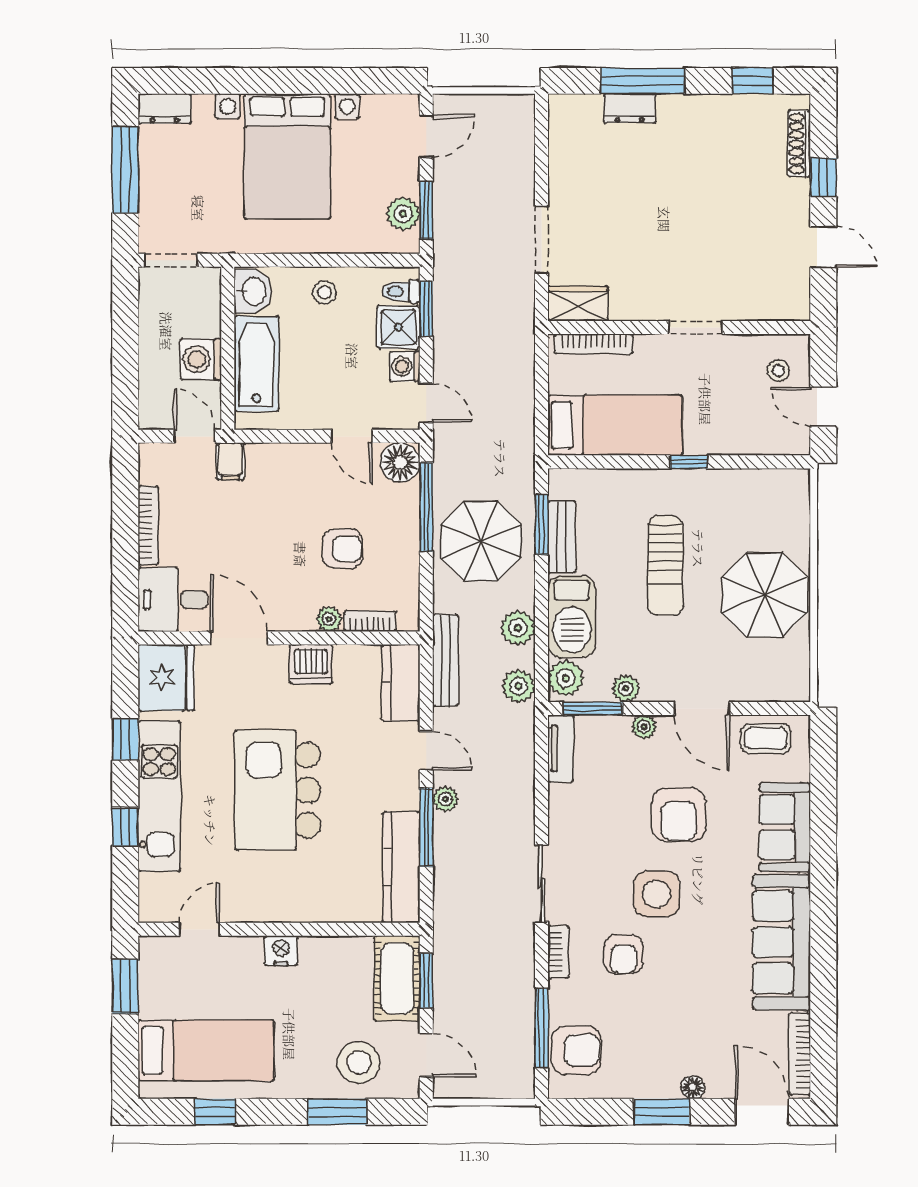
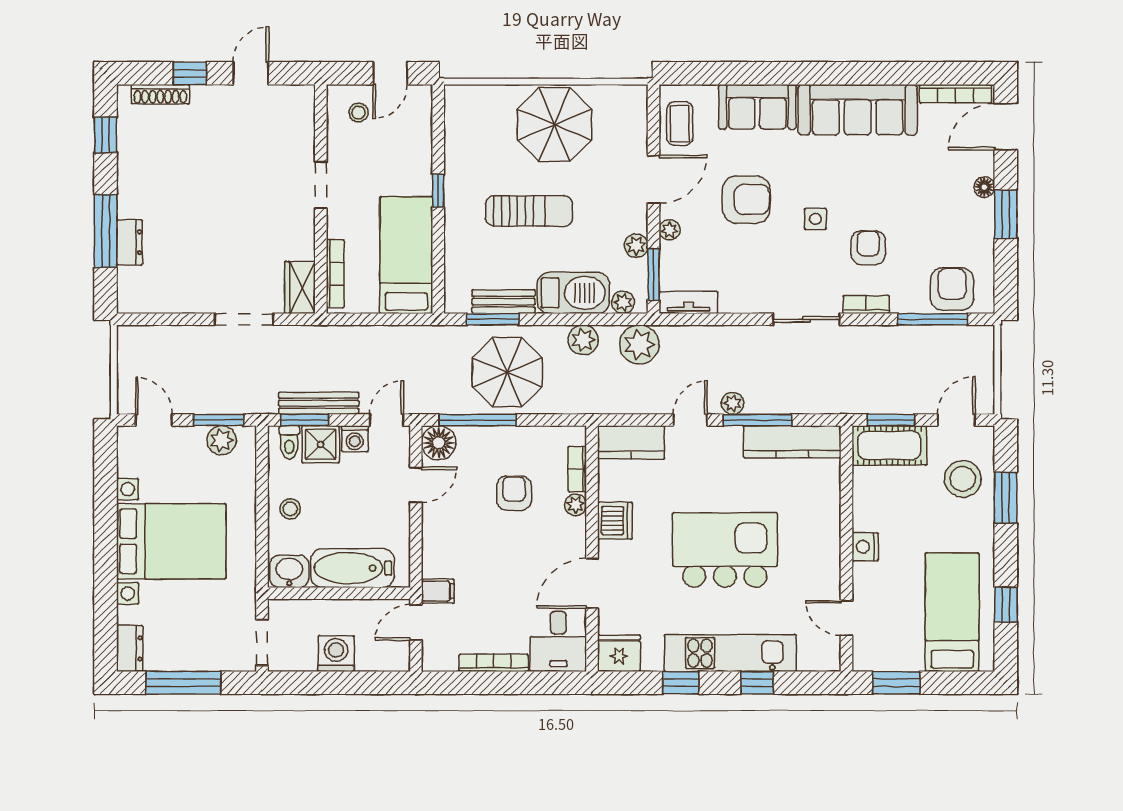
washing machine: (201, 359) -> (336, 654), moved, turned 180
bench: (445, 660) -> (319, 403), moved
fridge: (166, 678) -> (619, 653), width x0.73, depth x0.75
plant: (566, 678) -> (623, 302), width x0.73, depth x0.73
plant: (519, 686) -> (639, 345), width x1.36, depth x1.36
kitchen island: (277, 790) -> (725, 550), turned 180
side table: (656, 894) -> (815, 219), width x0.54, depth x0.54
armchair: (624, 954) -> (868, 248), turned -90

